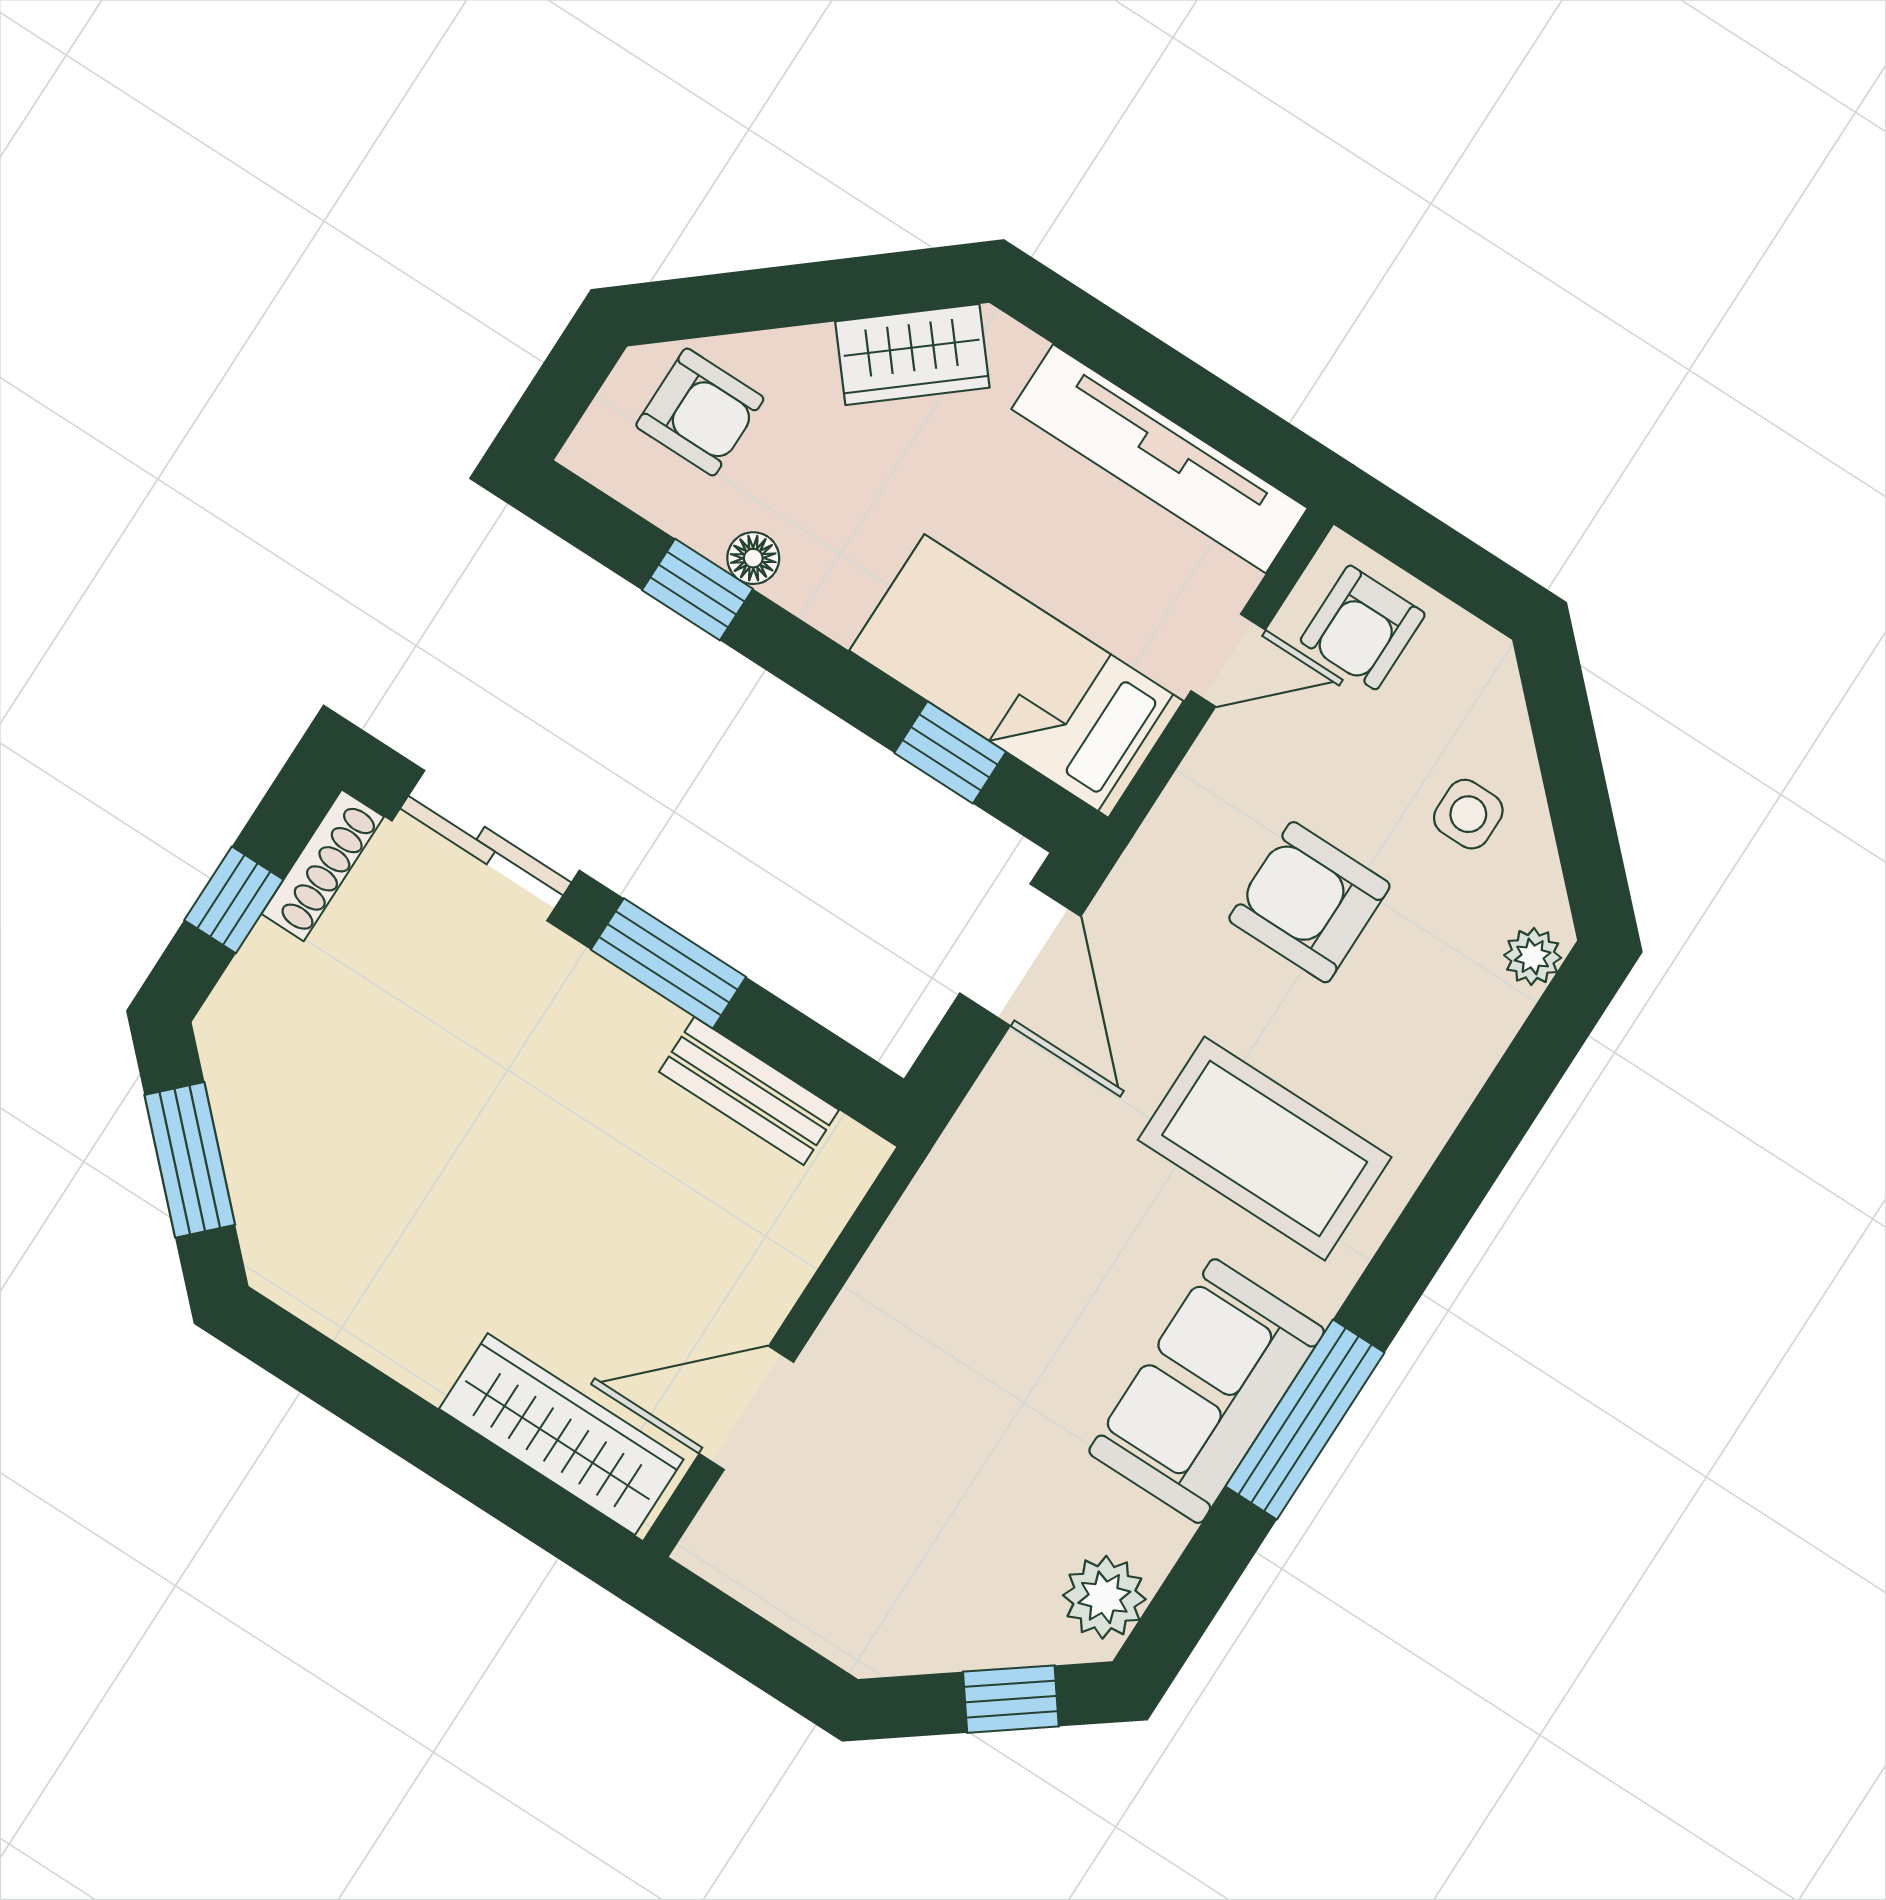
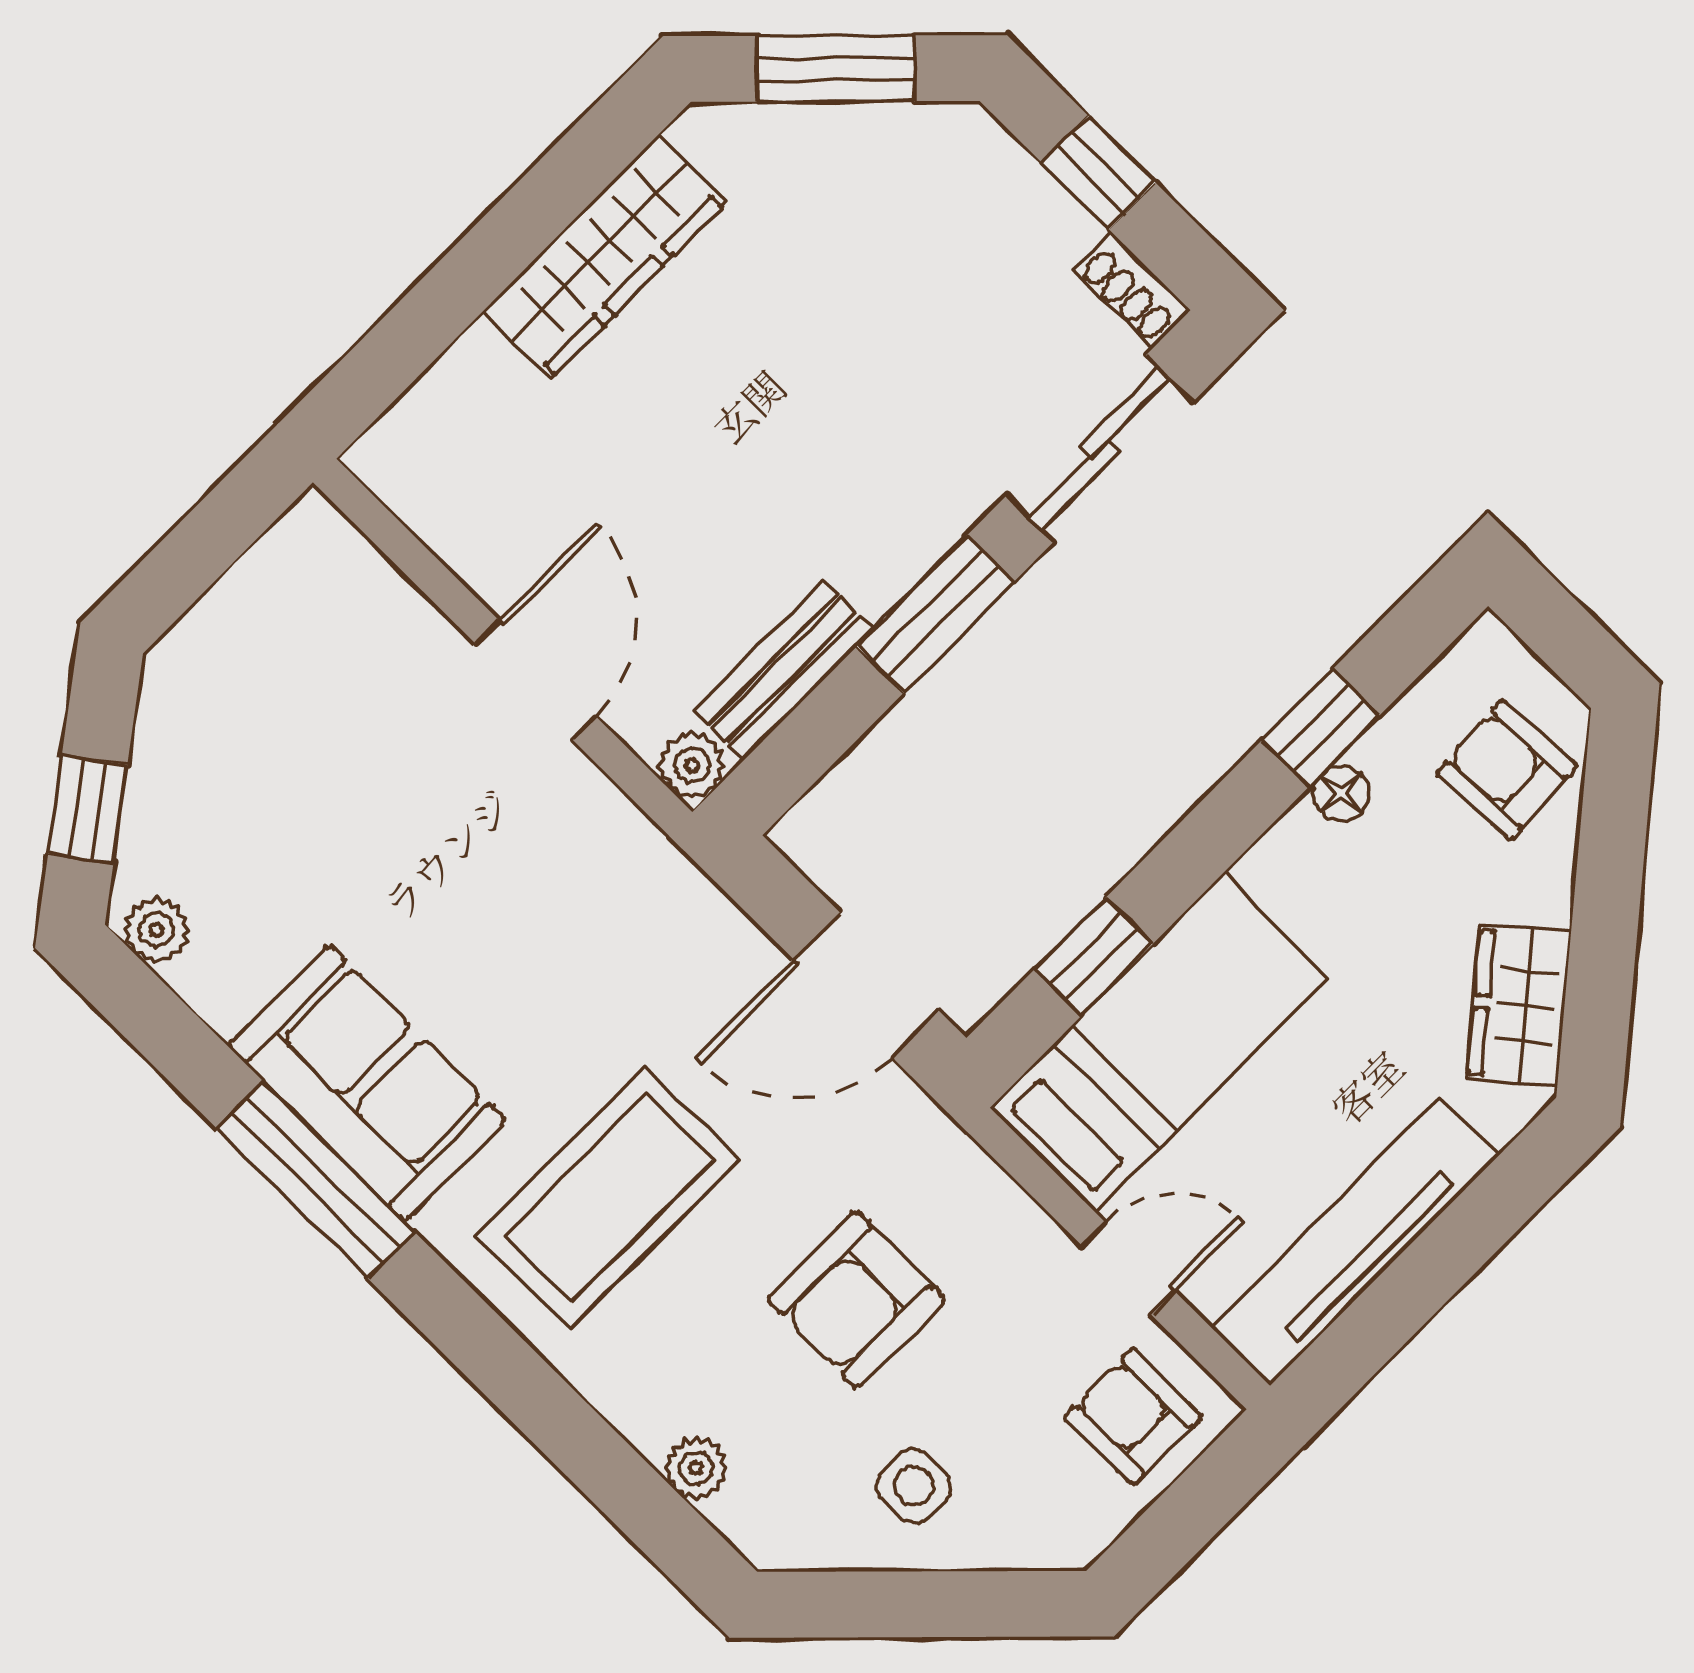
armchair: (700, 412) -> (1506, 770), turned 87
door: (1228, 660) -> (1128, 1268), swing flipped
shoe rack: (323, 865) -> (1132, 290), width x0.70
armchair: (1309, 902) -> (857, 1300), turned 180
plant: (1533, 957) -> (696, 1468), moved
plant: (854, 1156) -> (692, 765), added
door: (746, 1408) -> (536, 680), moved
wardrobe: (561, 1434) -> (605, 257), moved
plant: (1104, 1597) -> (156, 930), width x0.73, depth x0.73

